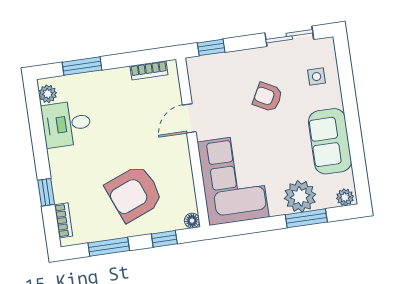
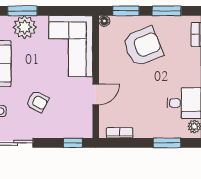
window: (164, 239) -> (126, 11), width x1.50

